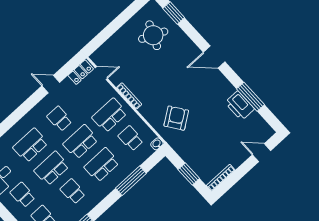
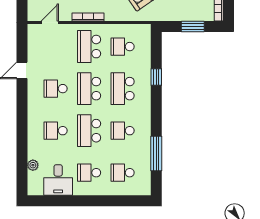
locker: (81, 72) -> (34, 38), removed
washbasin: (157, 144) -> (146, 30), removed
school desk: (30, 145) -> (56, 131), width x0.54
window: (131, 181) -> (156, 77), width x0.46

